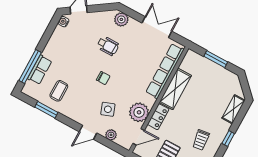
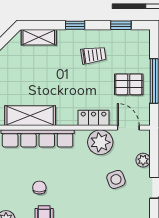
chair: (103, 78) -> (39, 188), moved
shelving: (175, 89) -> (30, 116), moved

